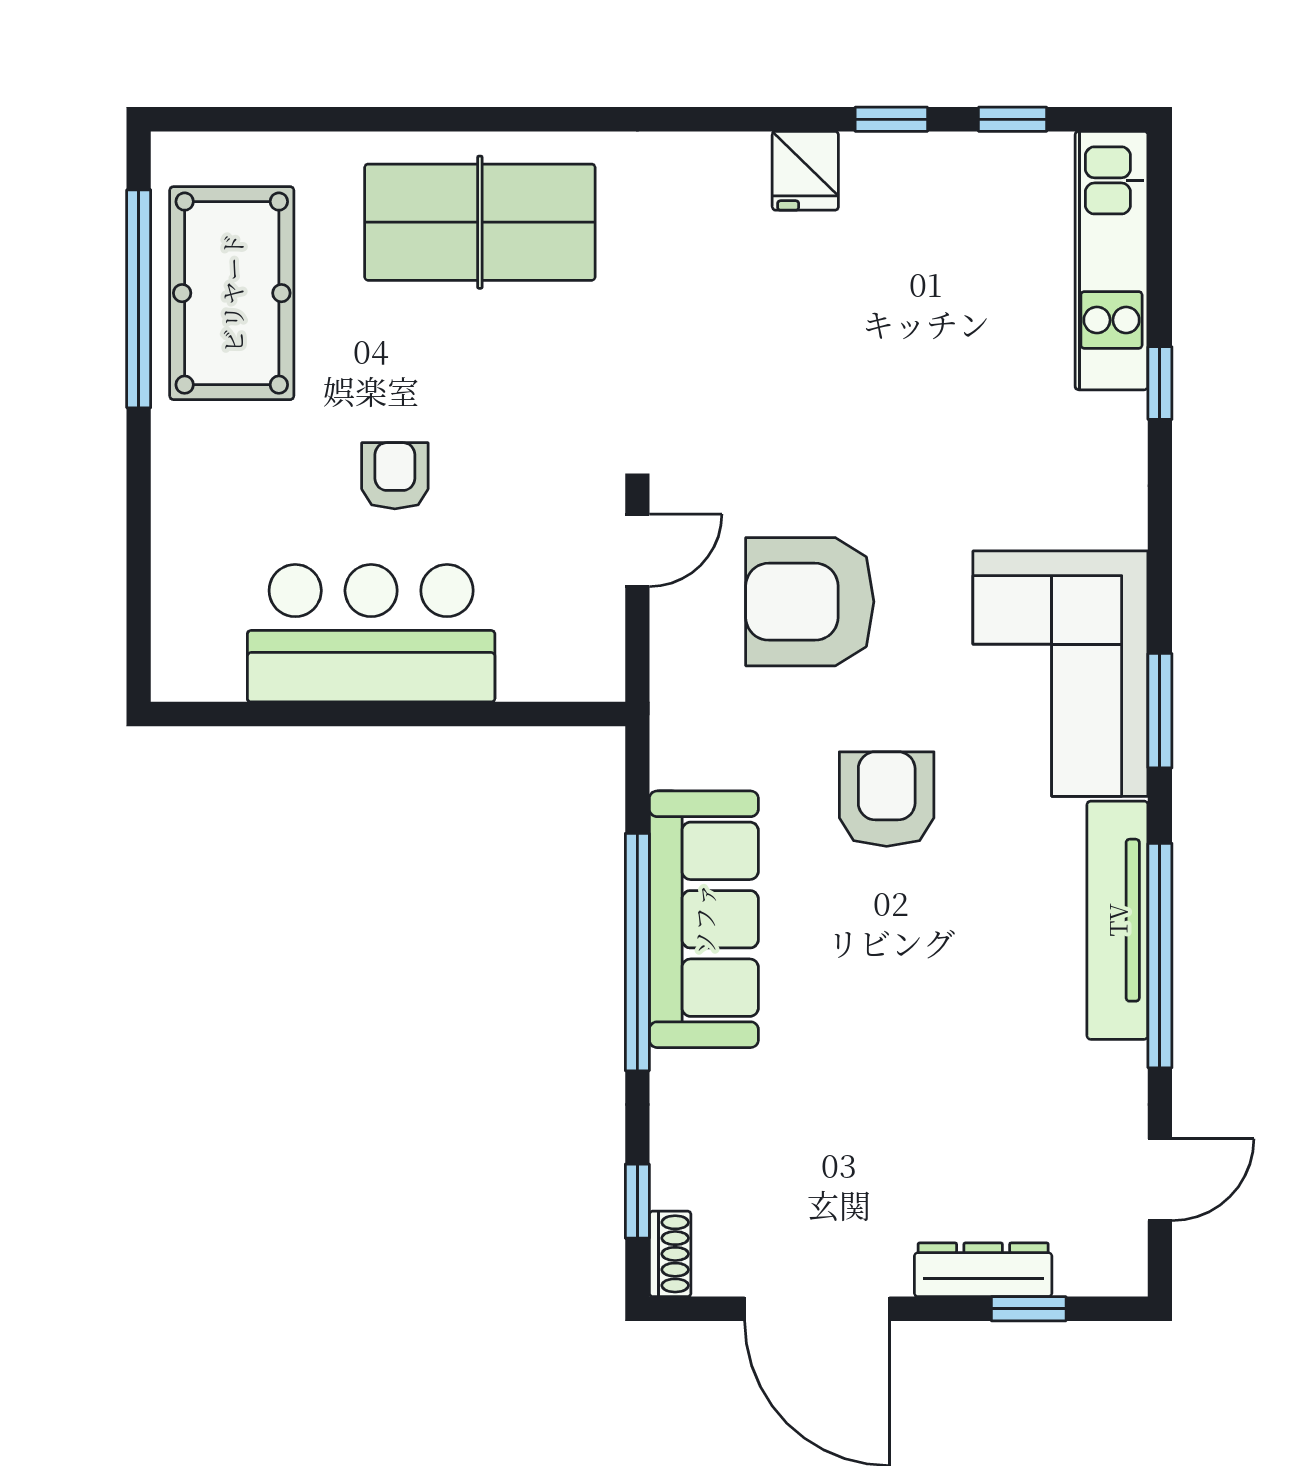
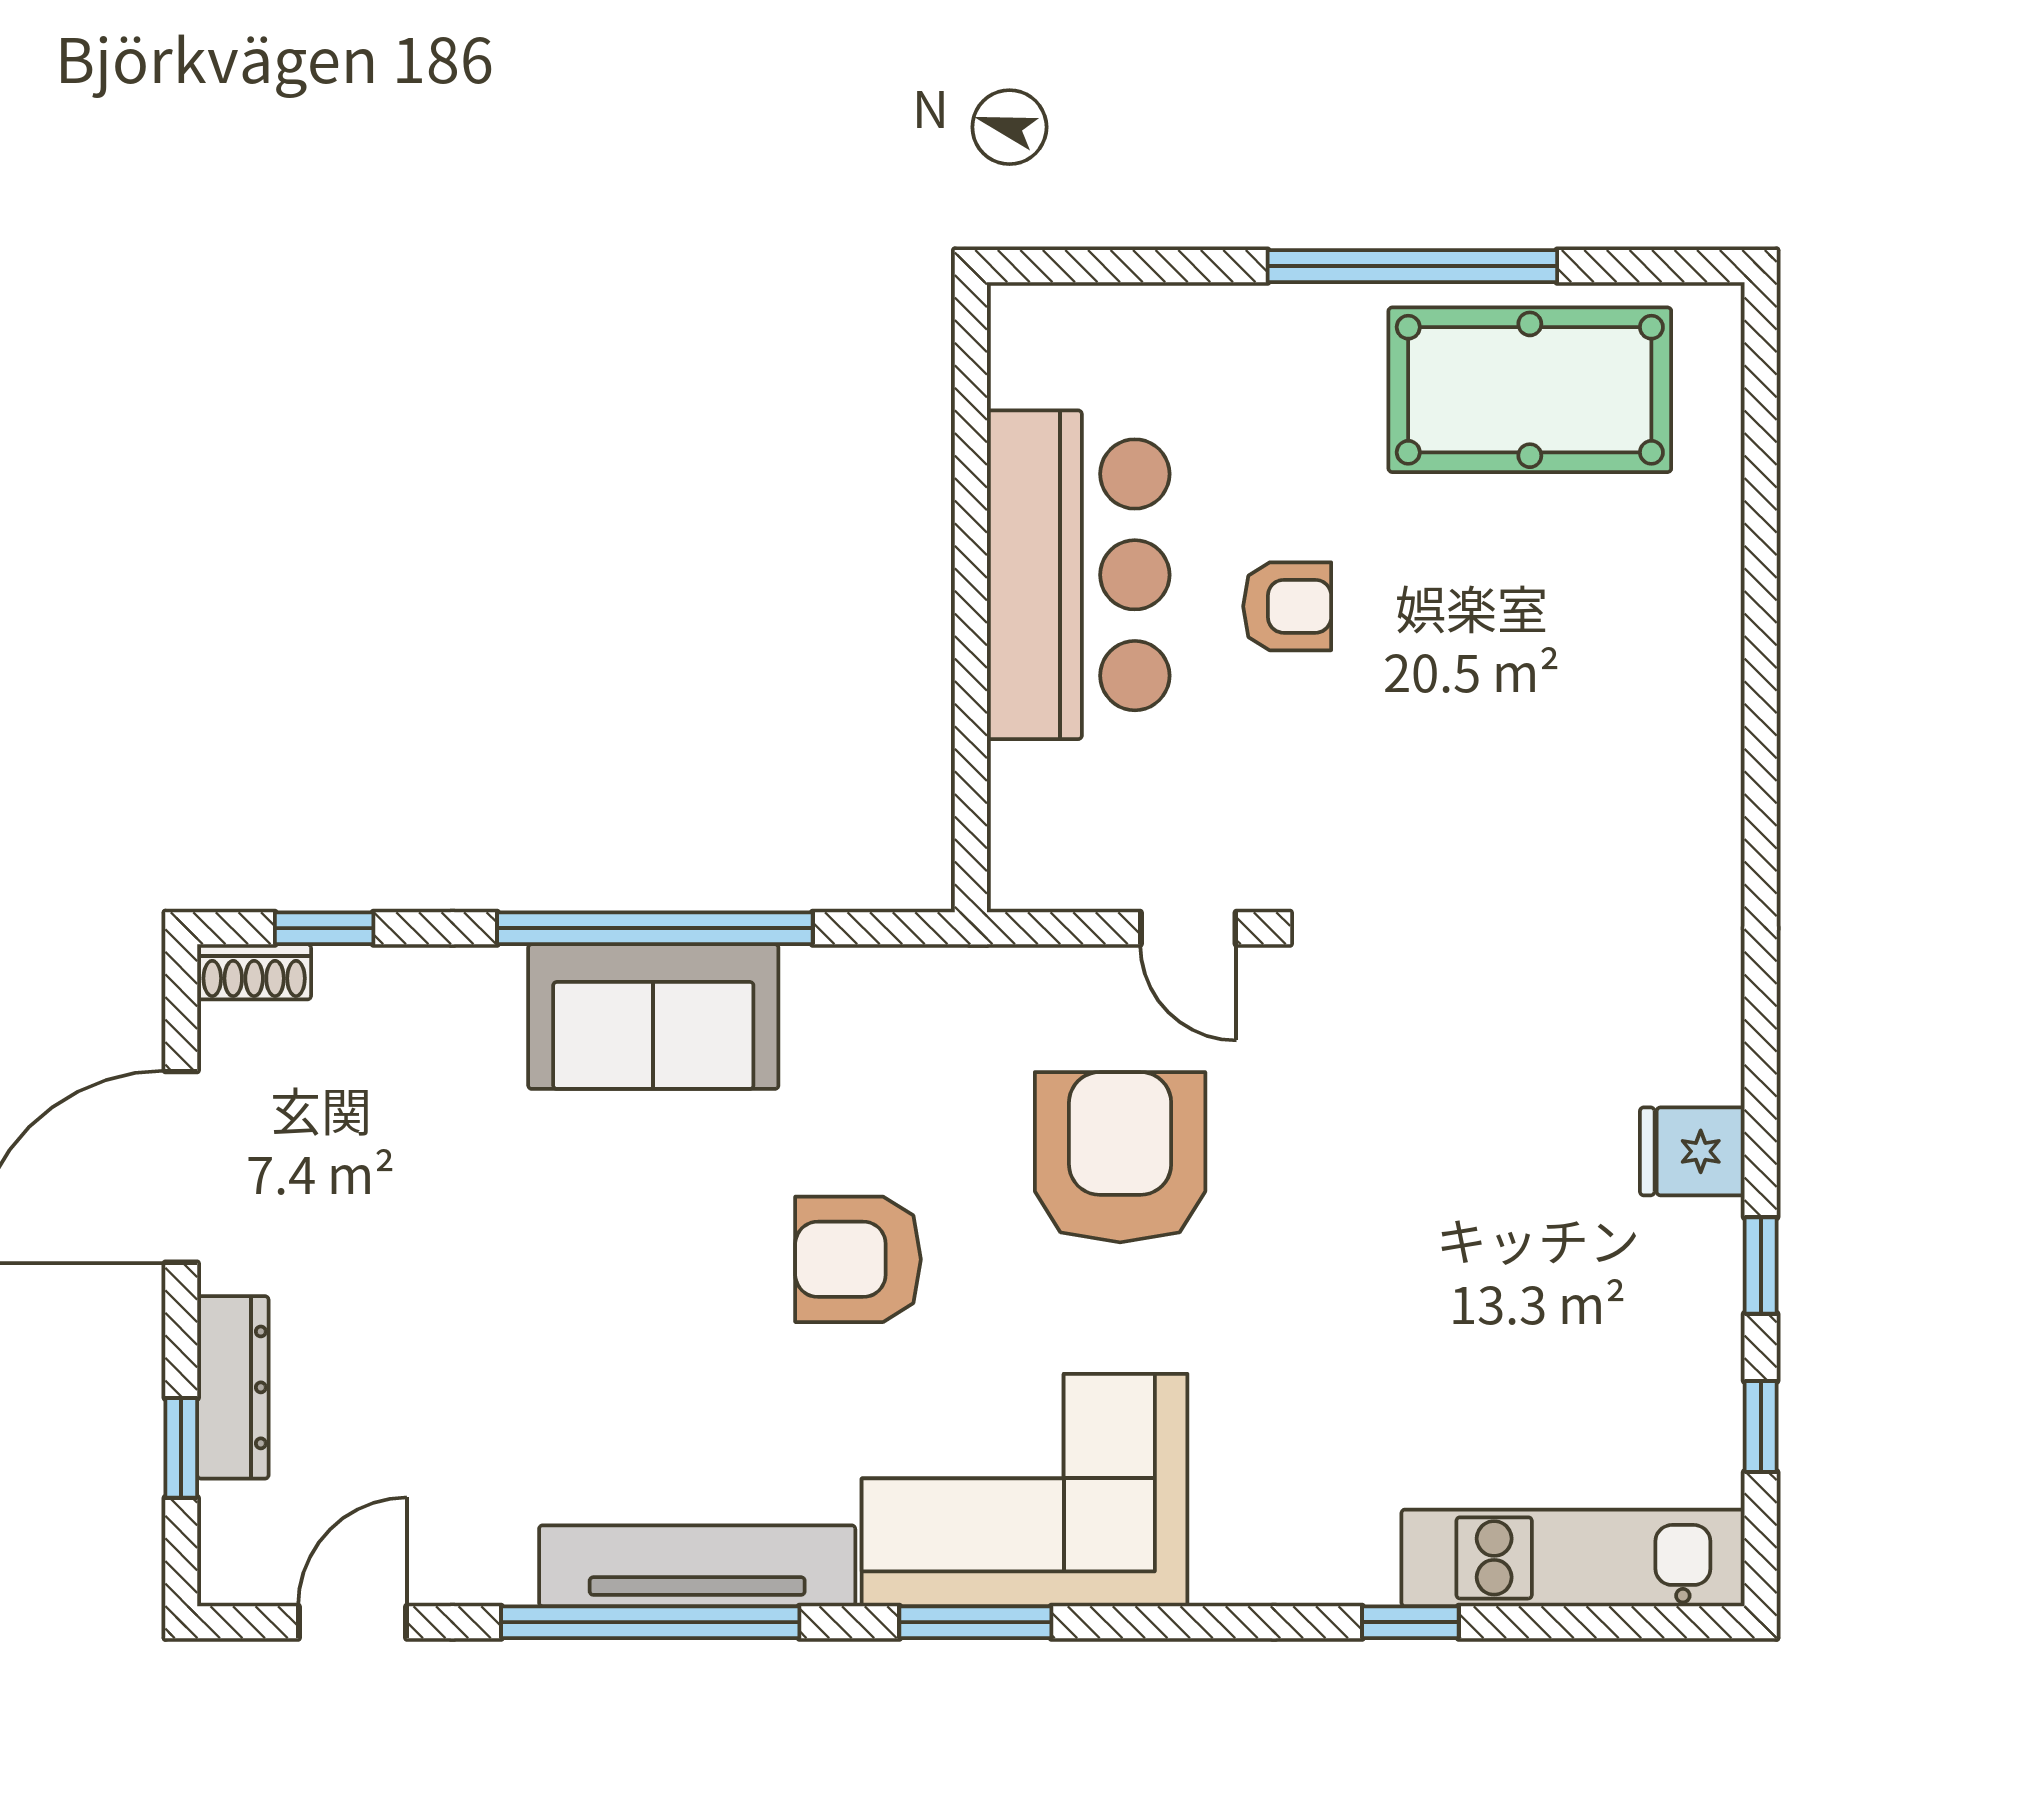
table tennis table: (480, 222) -> (1624, 719), removed
window: (139, 299) -> (1412, 266), moved
armchair: (887, 799) -> (858, 1259), turned 180
sofa: (704, 919) -> (653, 1017), width x0.73
door: (1160, 1180) -> (353, 1622), swing flipped

